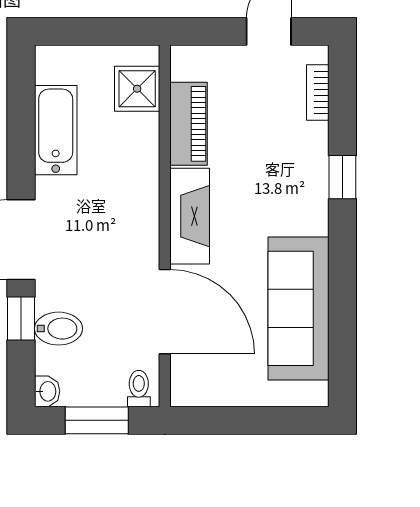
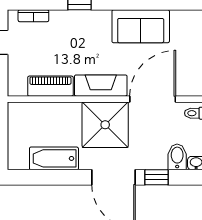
shower: (137, 89) -> (105, 125), moved, width x1.86, depth x1.86
sofa: (298, 308) -> (141, 26), width x0.73
bidet: (59, 329) -> (177, 157), moved

